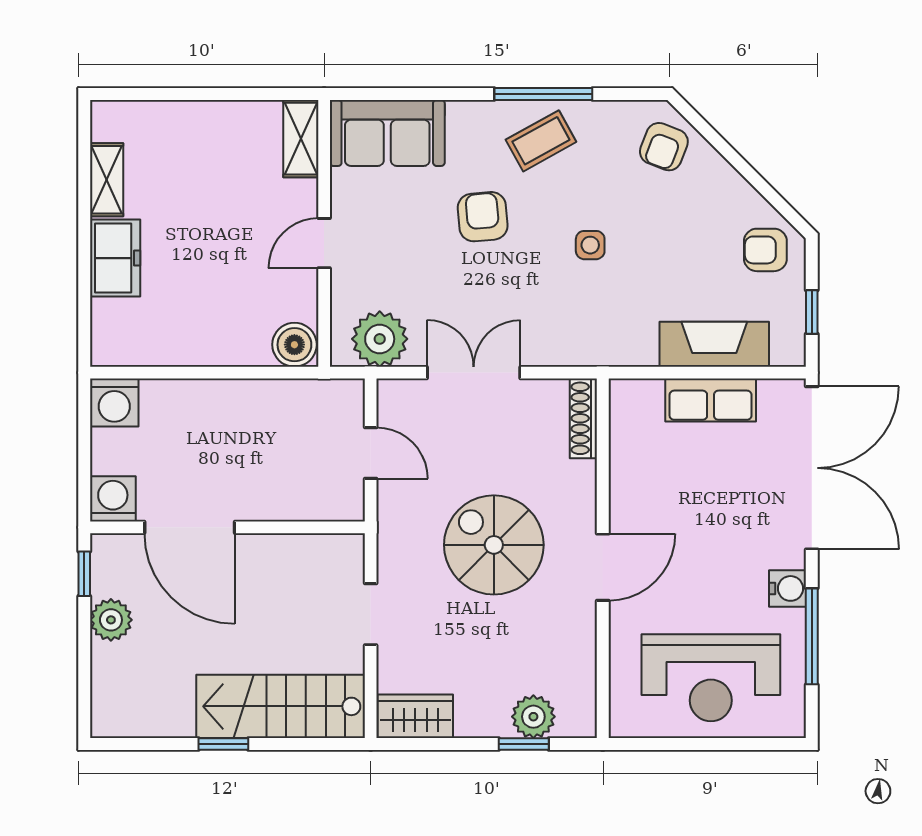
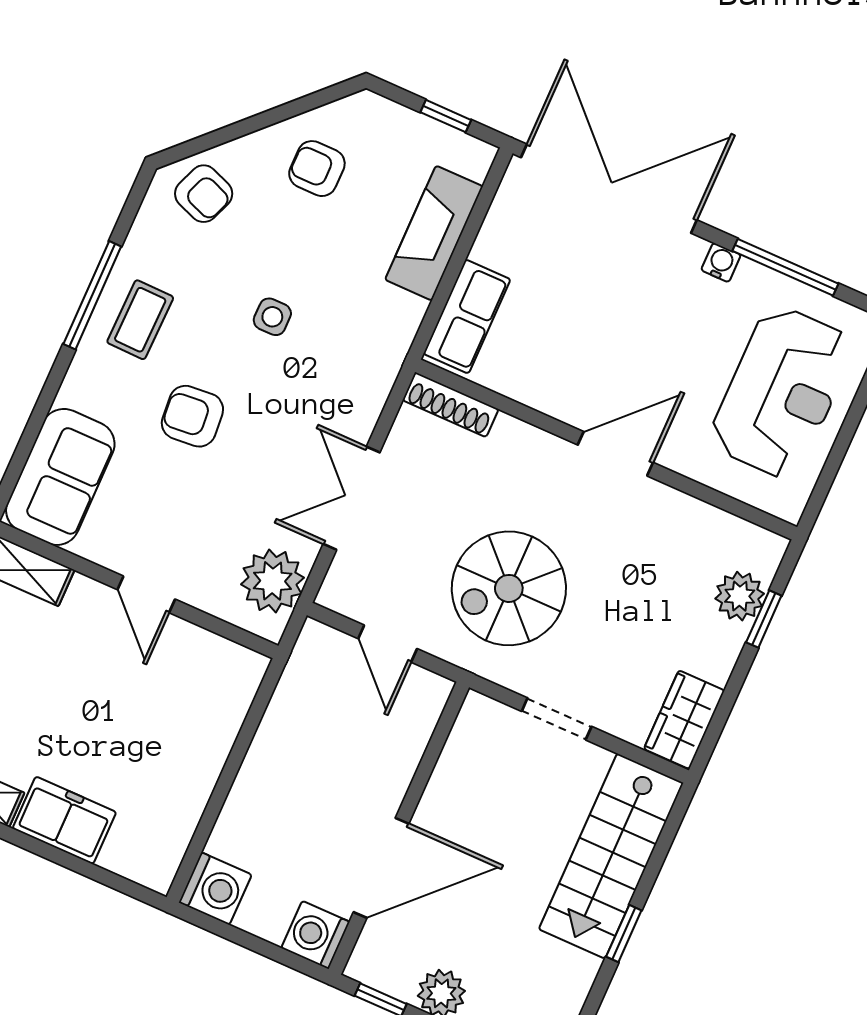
coffee table: (541, 141) -> (140, 320), turned 30
armchair: (765, 250) -> (317, 169), moved, turned 90
boiler: (294, 345) -> (239, 673), removed
row of seats: (711, 400) -> (467, 316), moved
door: (371, 453) -> (388, 644), swing flipped
spiral stairs: (494, 545) -> (509, 588), moved
door: (603, 567) -> (615, 454), hinge flipped
water cooler: (788, 588) -> (721, 262), width x0.72, depth x0.72

